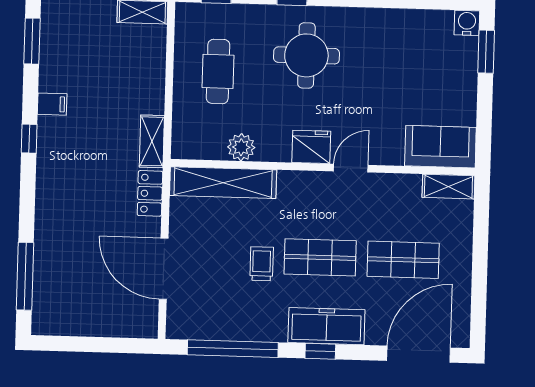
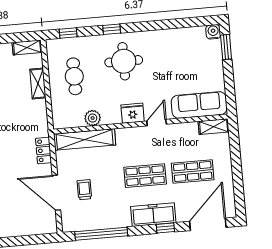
shelving: (152, 141) -> (38, 84), moved
sofa: (440, 147) -> (199, 105), width x1.36
trolley: (262, 264) -> (84, 190), moved
window: (320, 351) -> (165, 228), moved

